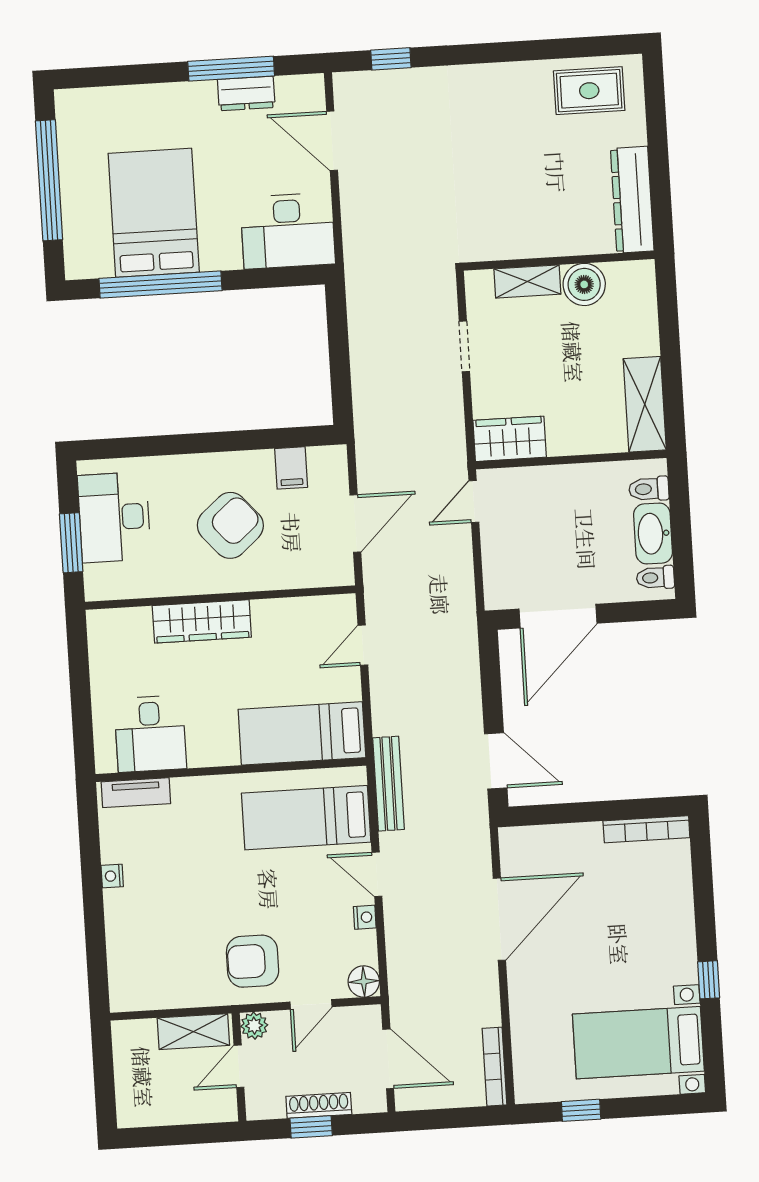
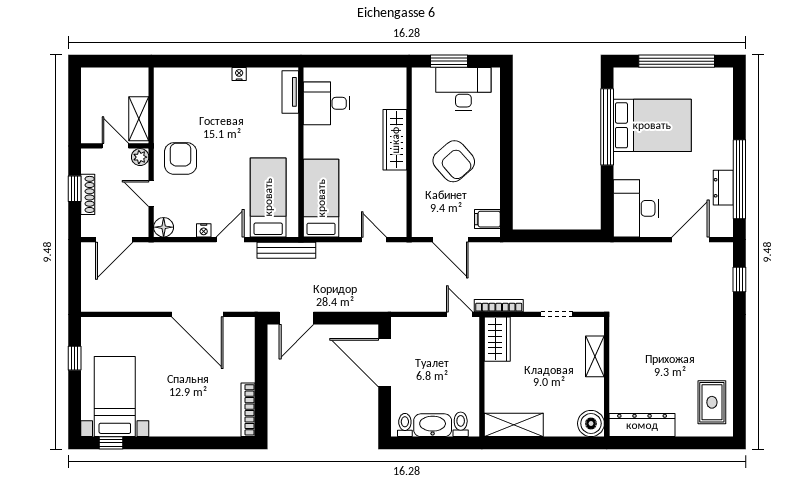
window: (231, 69) -> (739, 179), width x1.46
boiler: (584, 284) -> (591, 423), moved
filing cabinet: (291, 468) -> (487, 219), moved
window: (709, 980) -> (111, 443), moved
bookcase: (494, 1067) -> (499, 306), moved

